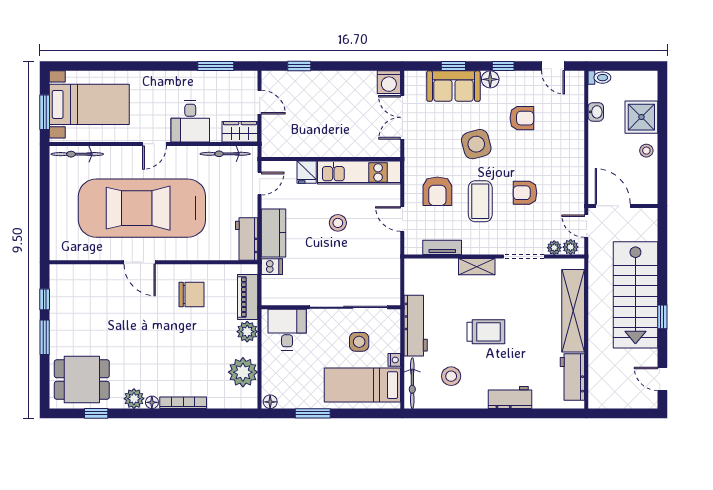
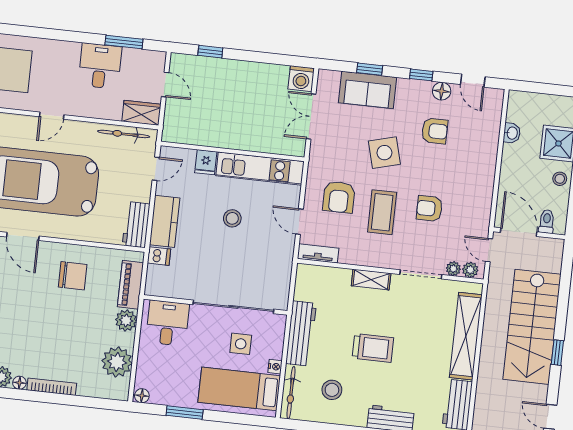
toilet: (599, 78) -> (547, 222), moved, turned -90
floor lamp: (490, 79) -> (442, 91), moved
desk: (190, 121) -> (100, 66), moved, turned 180
tv unit: (442, 247) -> (318, 253), moved

